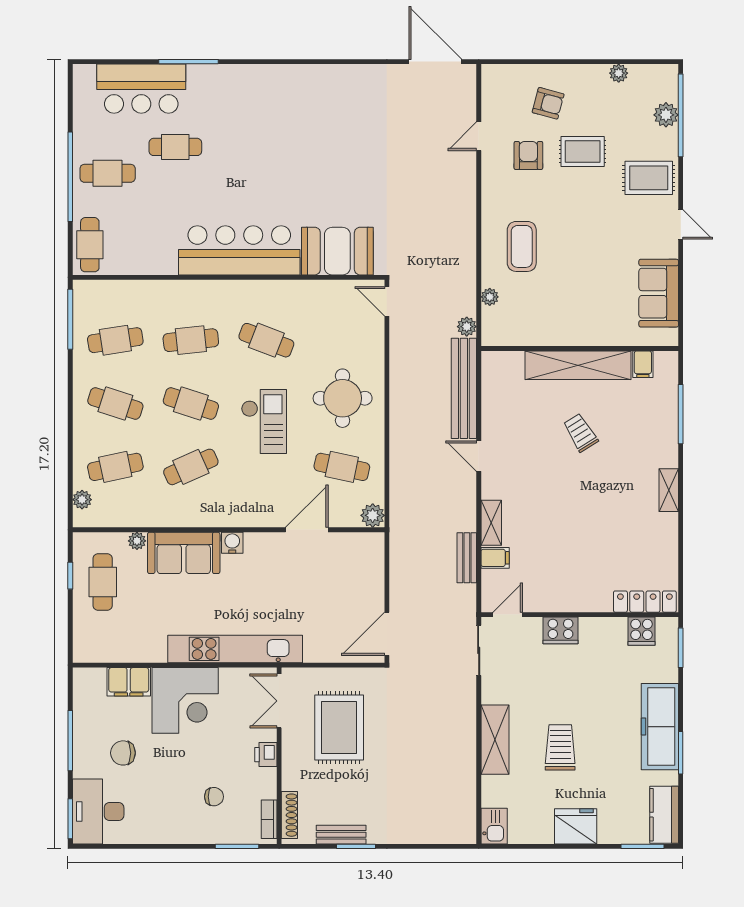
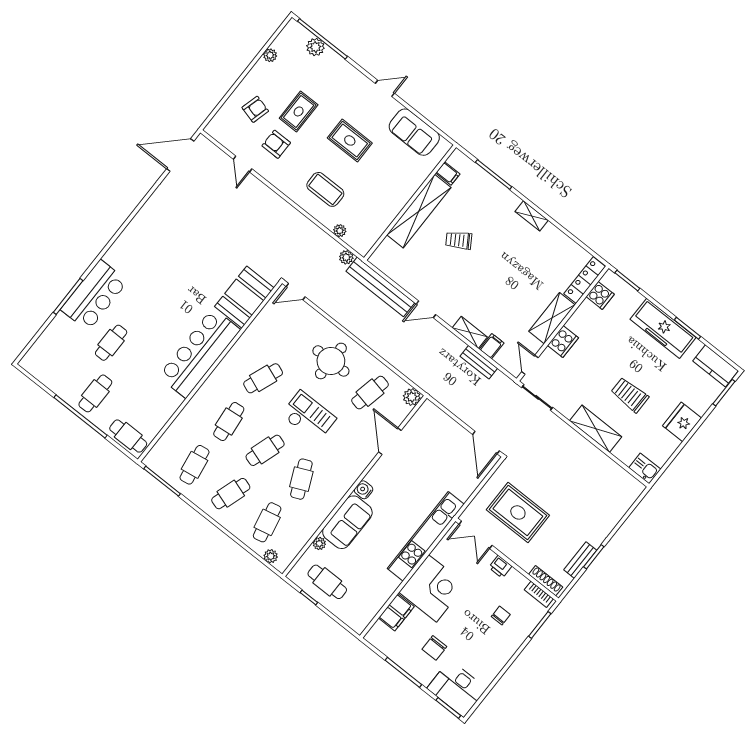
bar counter: (141, 89) -> (94, 295), moved
rug: (649, 178) -> (350, 140), moved, turned 90
shelving: (576, 599) -> (552, 318), added

